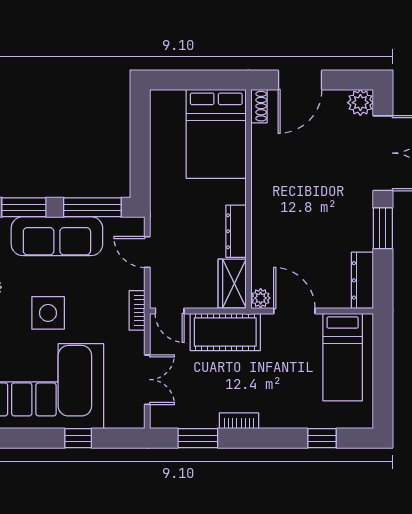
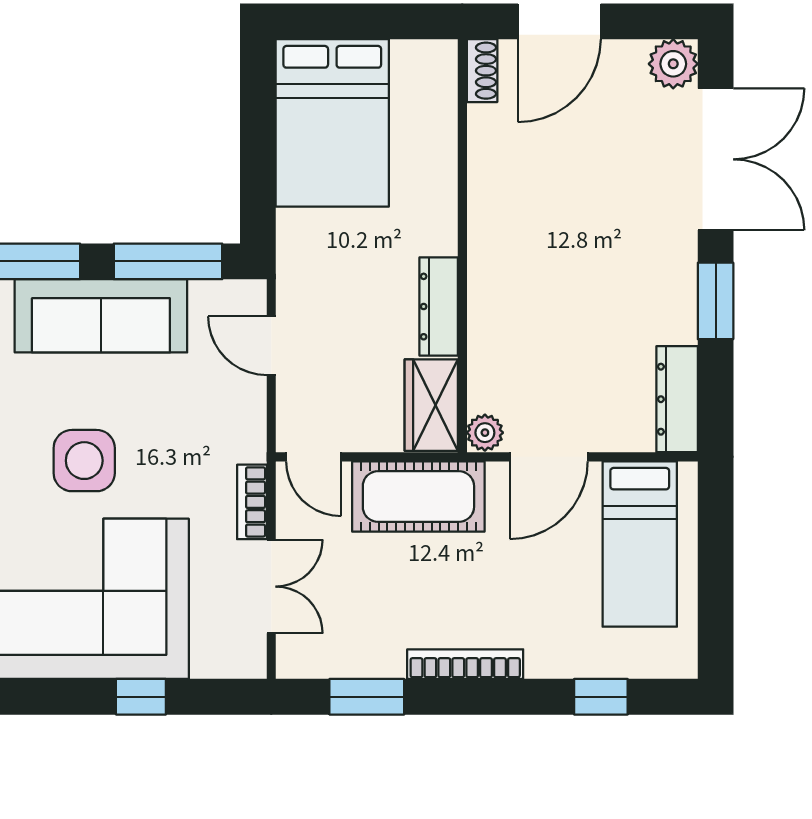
bed: (216, 134) -> (332, 123), moved
bookcase: (137, 310) -> (252, 502), moved
door: (294, 311) -> (549, 457), swing flipped
bookcase: (239, 421) -> (465, 664), width x1.56

